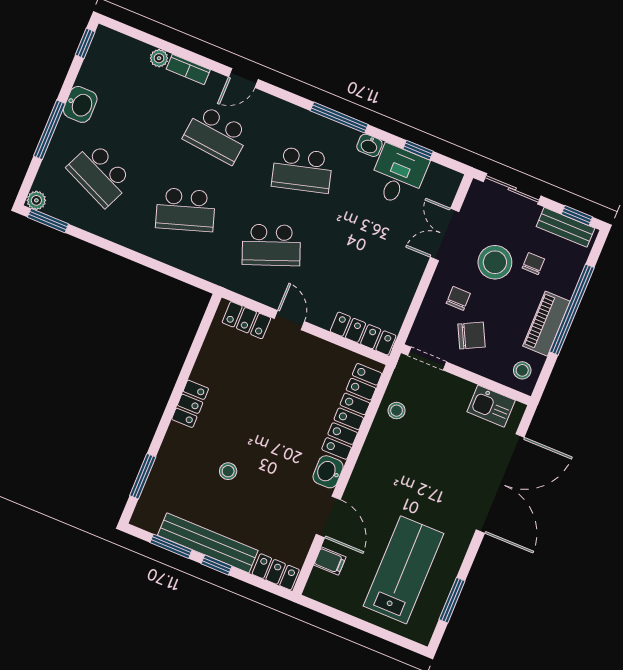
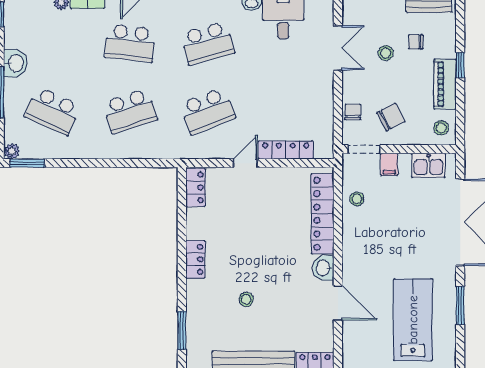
double door: (445, 235) -> (338, 48), swing flipped
stool: (495, 262) -> (386, 53), width x0.53, depth x0.53
chair: (533, 264) -> (416, 42), turned -90
chair: (458, 298) -> (353, 112), moved
window: (572, 310) -> (460, 65), width x0.32
locker: (246, 320) -> (196, 187), moved, turned -90
door: (289, 320) -> (245, 163), hinge flipped
locker: (363, 334) -> (286, 150), moved
filing cabinet: (330, 561) -> (389, 164), moved, turned 90
window: (452, 600) -> (460, 306), moved

